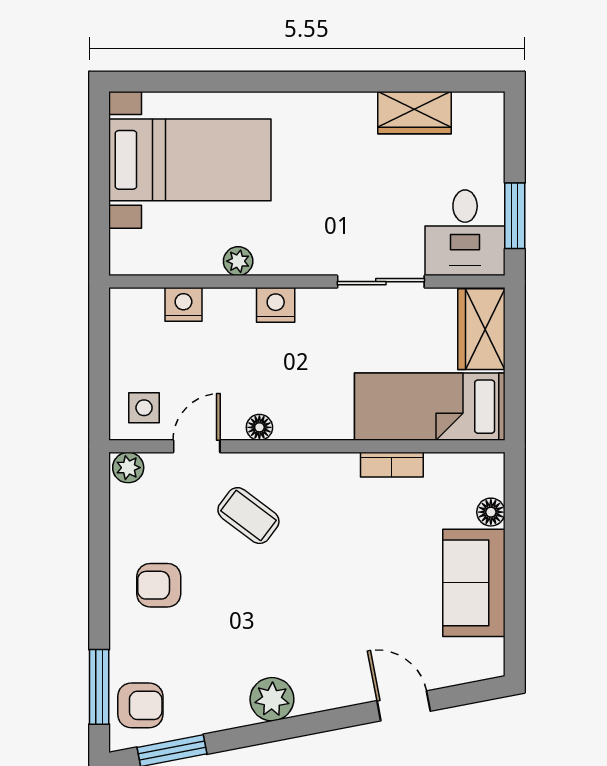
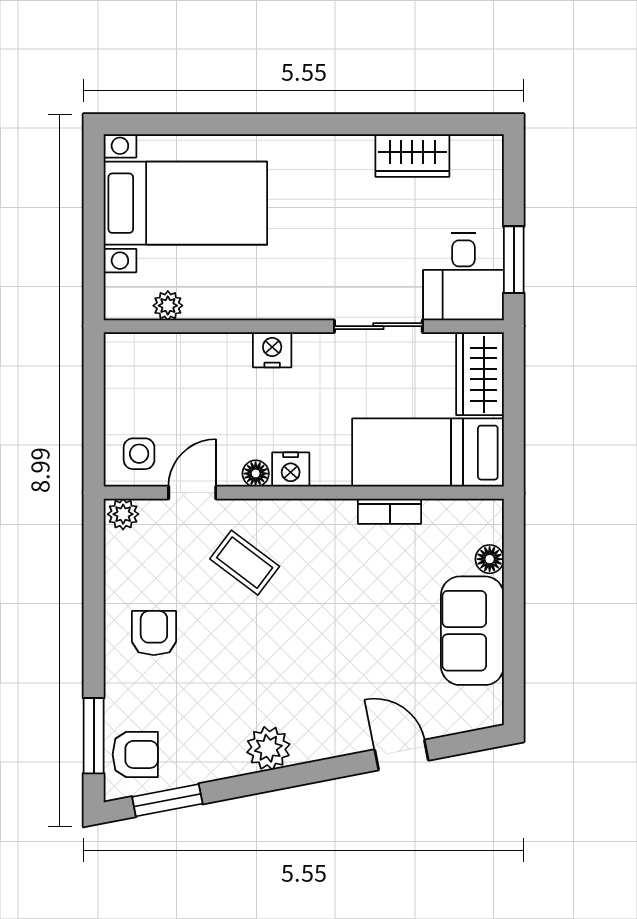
plant: (238, 261) -> (168, 306), moved
nightstand: (183, 304) -> (291, 470), moved, turned 180
armchair: (159, 585) -> (154, 633), turned 90

